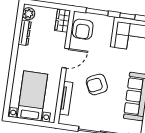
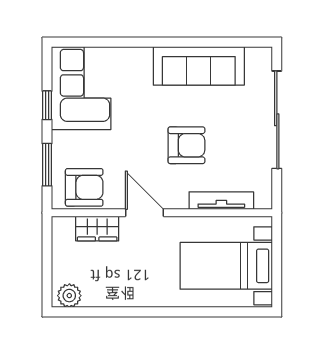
wardrobe: (63, 20) -> (97, 229), moved
dresser: (25, 33) -> (107, 298), removed
armchair: (97, 84) -> (186, 145), turned -65

